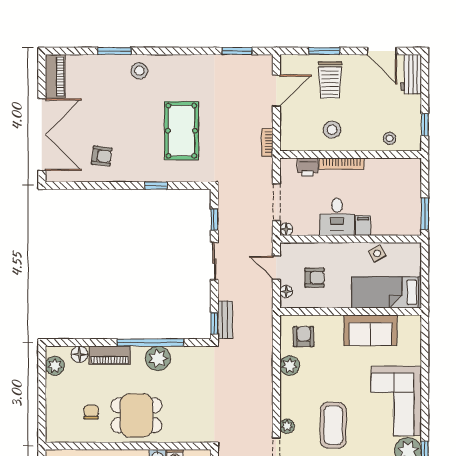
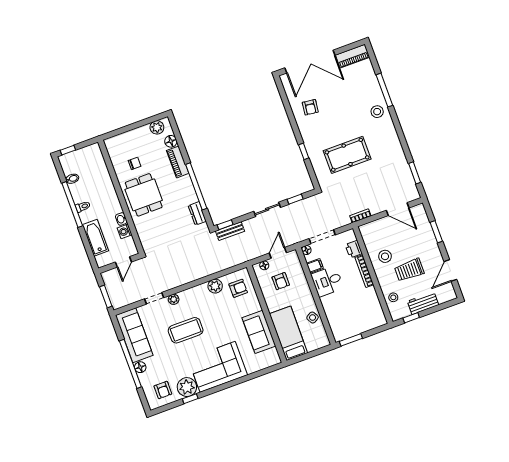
window: (115, 51) -> (384, 90), width x1.44
workbench: (411, 74) -> (423, 303), moved
trolley: (330, 80) -> (409, 270), moved
filing cabinet: (363, 226) -> (315, 266), moved
dresser: (186, 354) -> (197, 213), added
plant: (158, 358) -> (187, 195), removed

